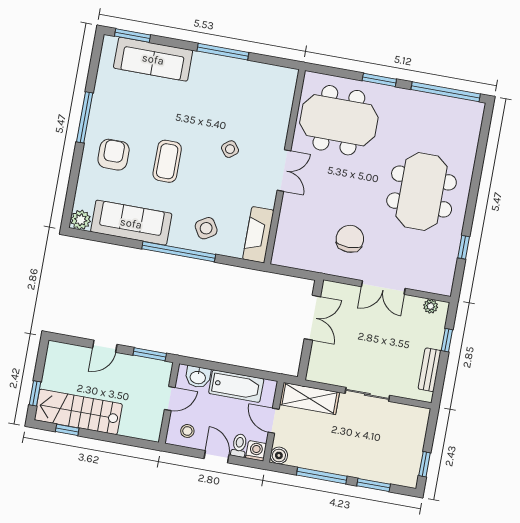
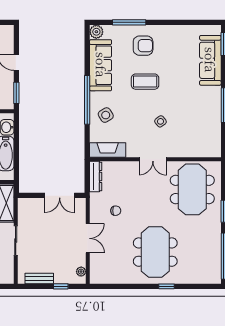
window: (85, 117) -> (129, 22), moved
meeting table: (422, 191) -> (155, 252), turned 90
chair: (350, 239) -> (116, 211), width x0.54, depth x0.54
window: (464, 247) -> (167, 286), moved
dresser: (294, 259) -> (96, 177), added
double door: (383, 287) -> (88, 238), swing flipped

